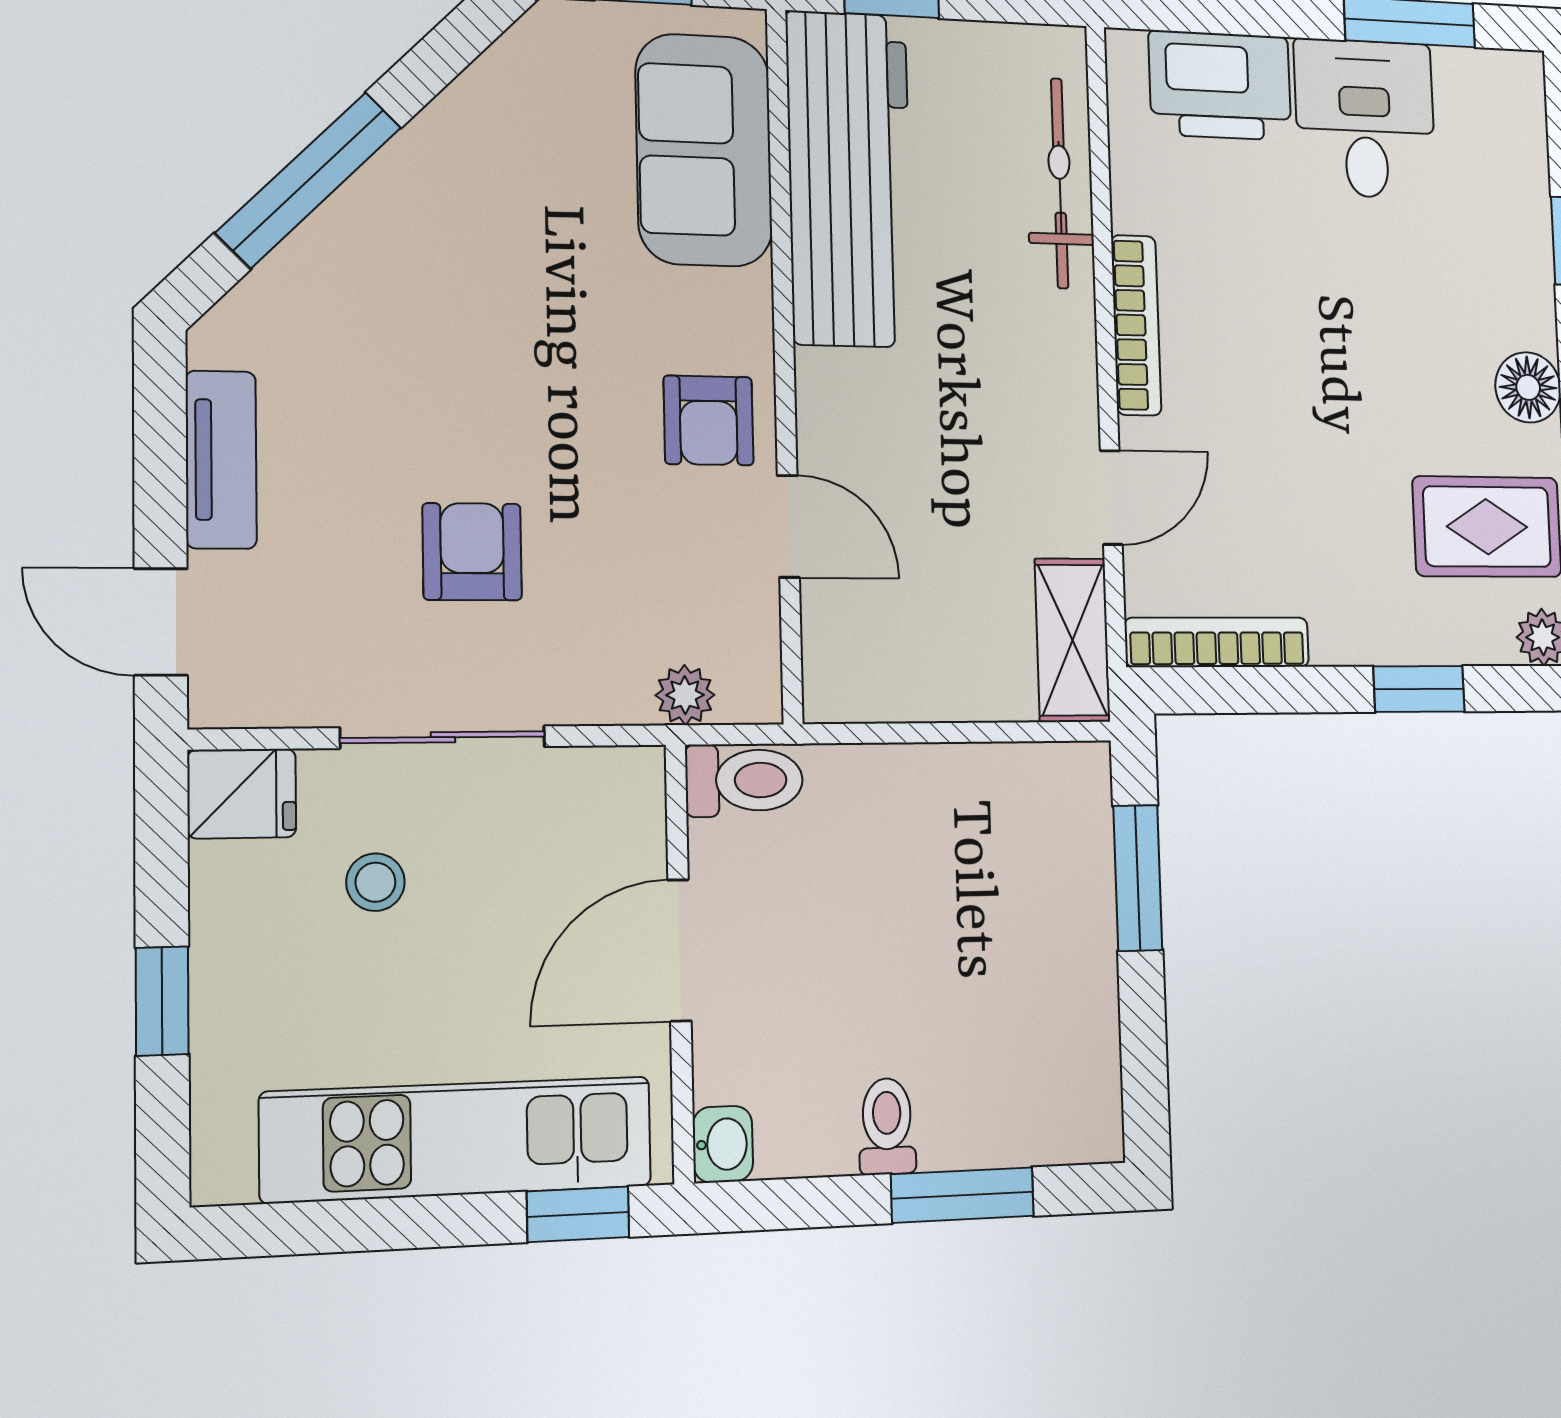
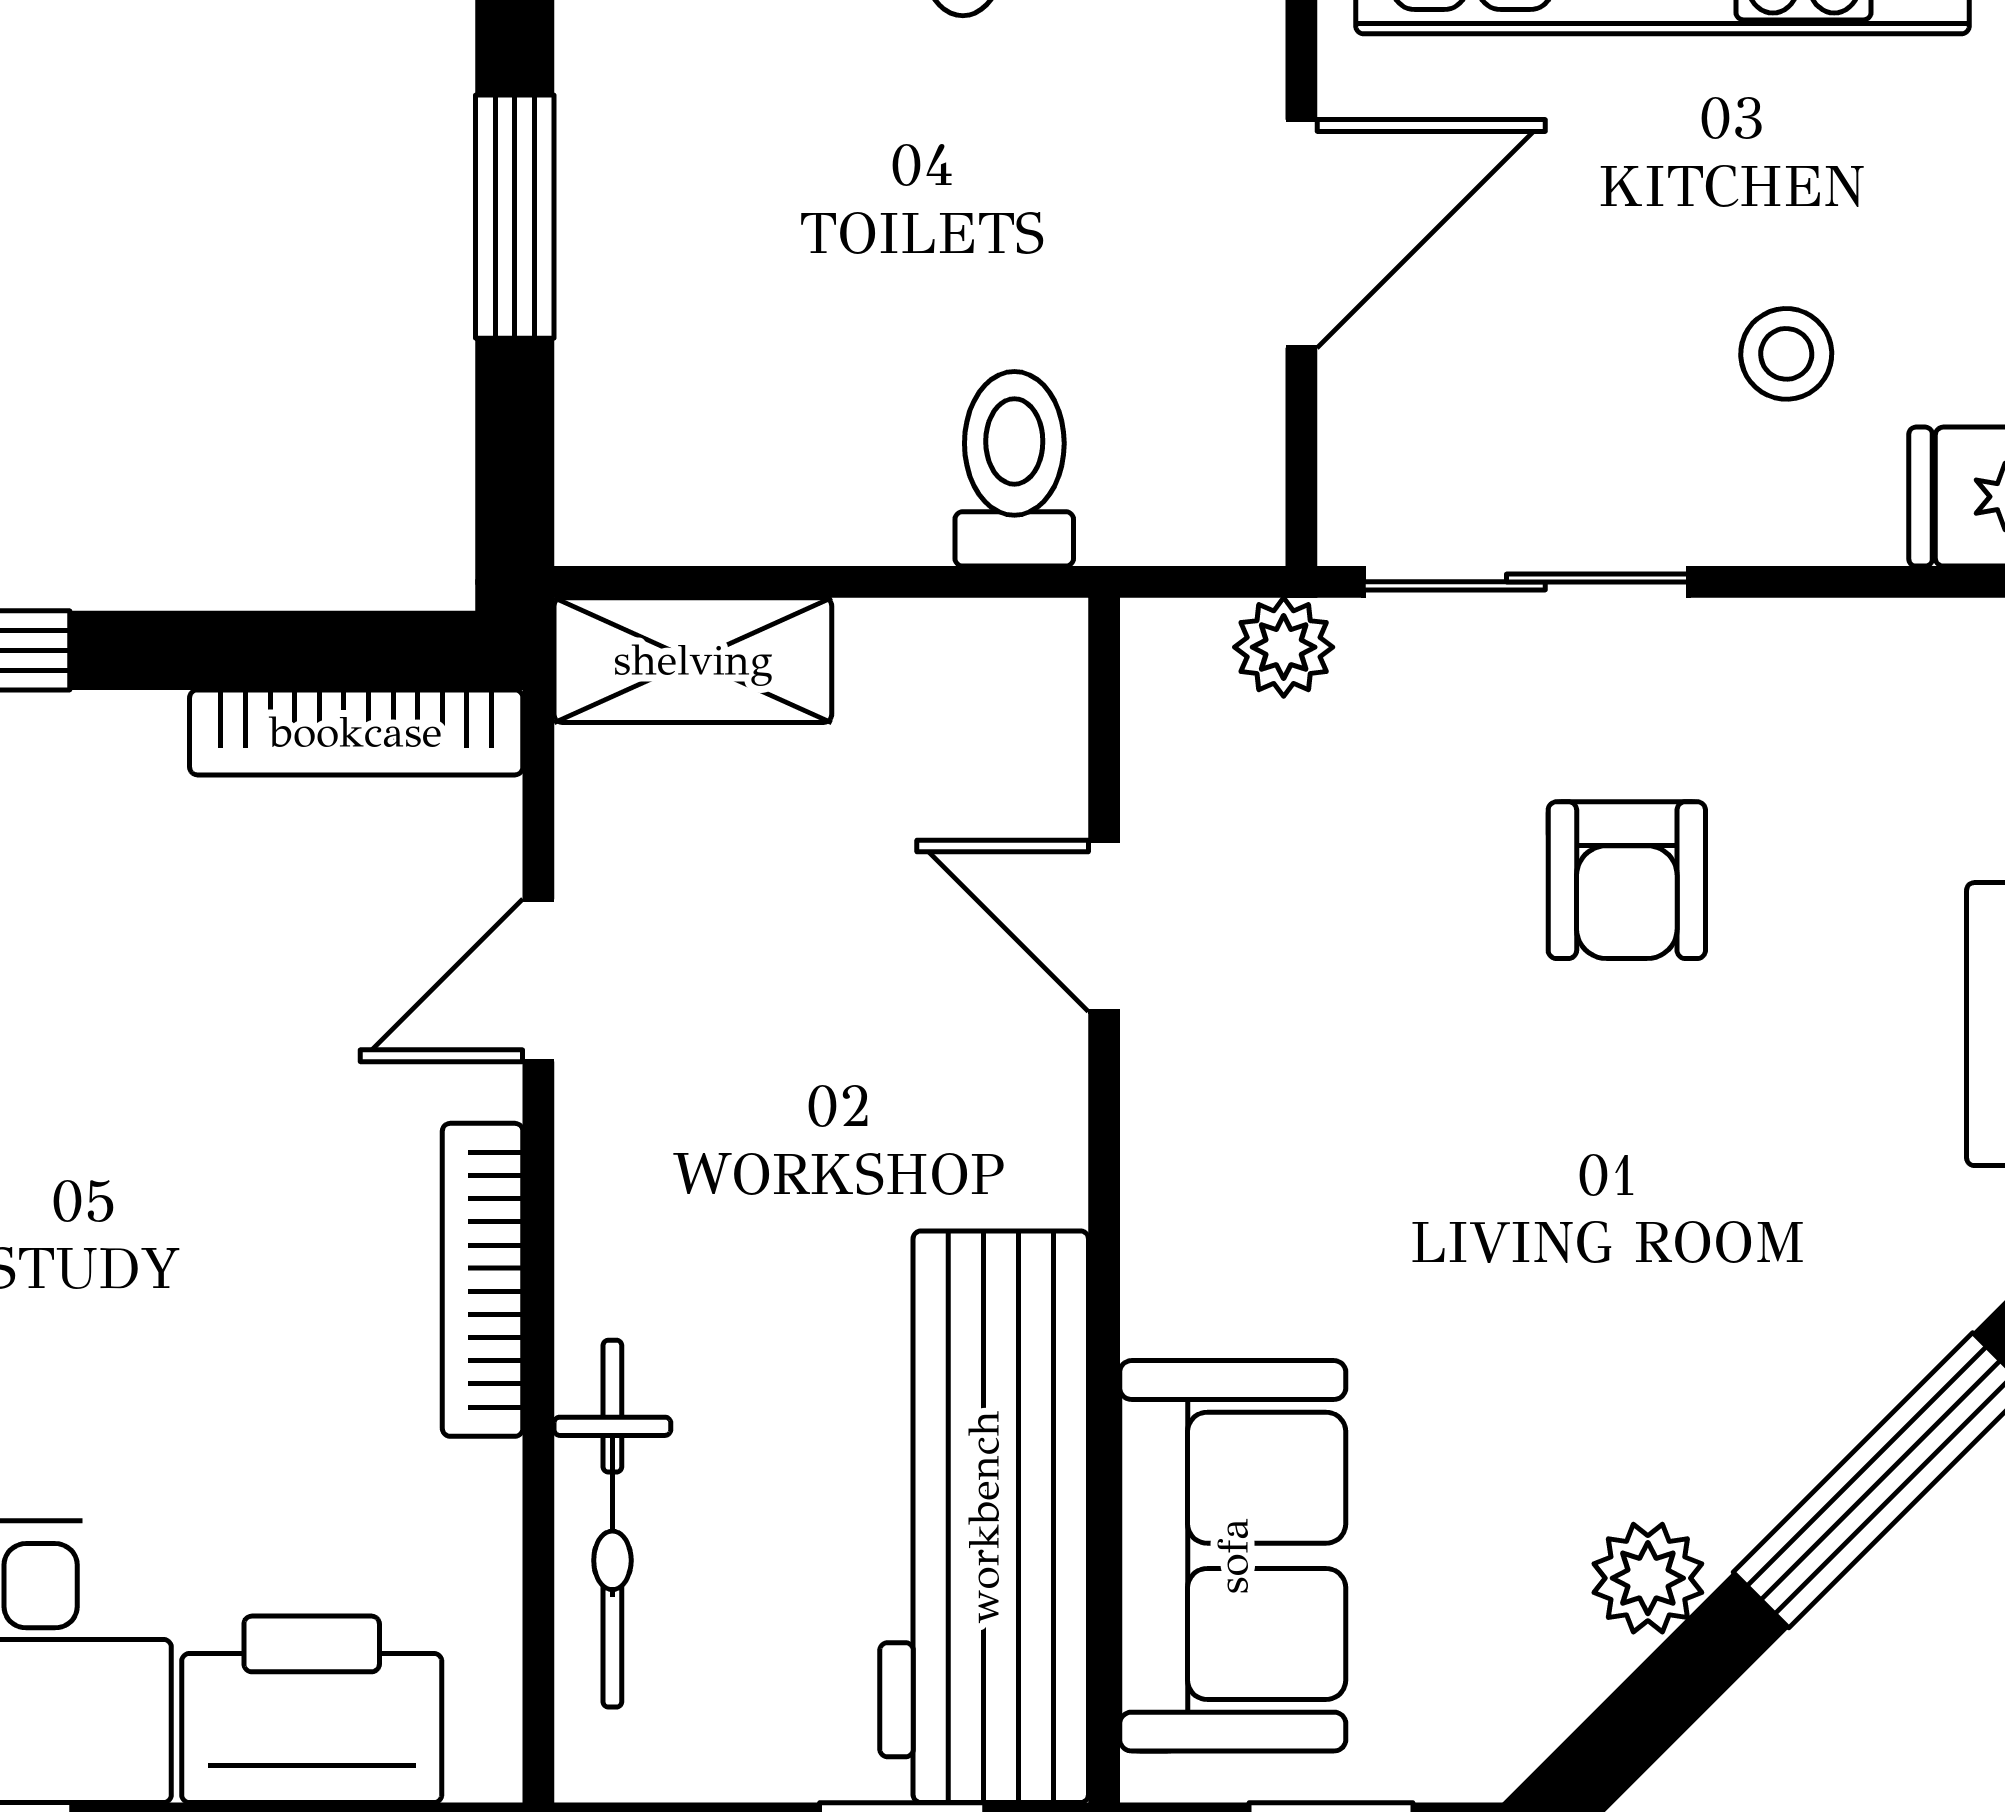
plant: (453, 126) -> (1648, 1578), added
armchair: (709, 420) -> (1235, 1101), removed
shelving: (1072, 640) -> (693, 660), moved, turned 90
sliding door: (443, 737) -> (1526, 582), moved
toilet: (744, 780) -> (1014, 469), moved, turned 90
window: (1138, 878) -> (515, 217), moved

